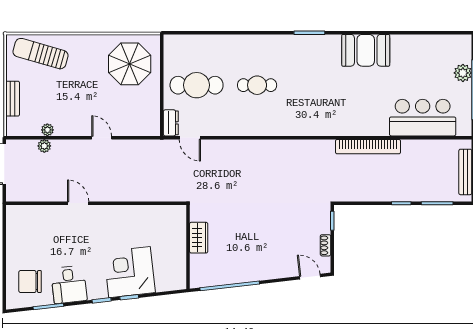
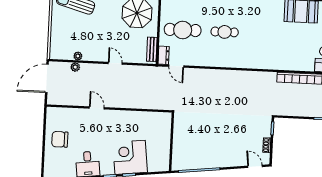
bench: (13, 99) -> (152, 49), moved
wardrobe: (199, 238) -> (179, 136), removed
chair: (30, 282) -> (60, 139), moved

